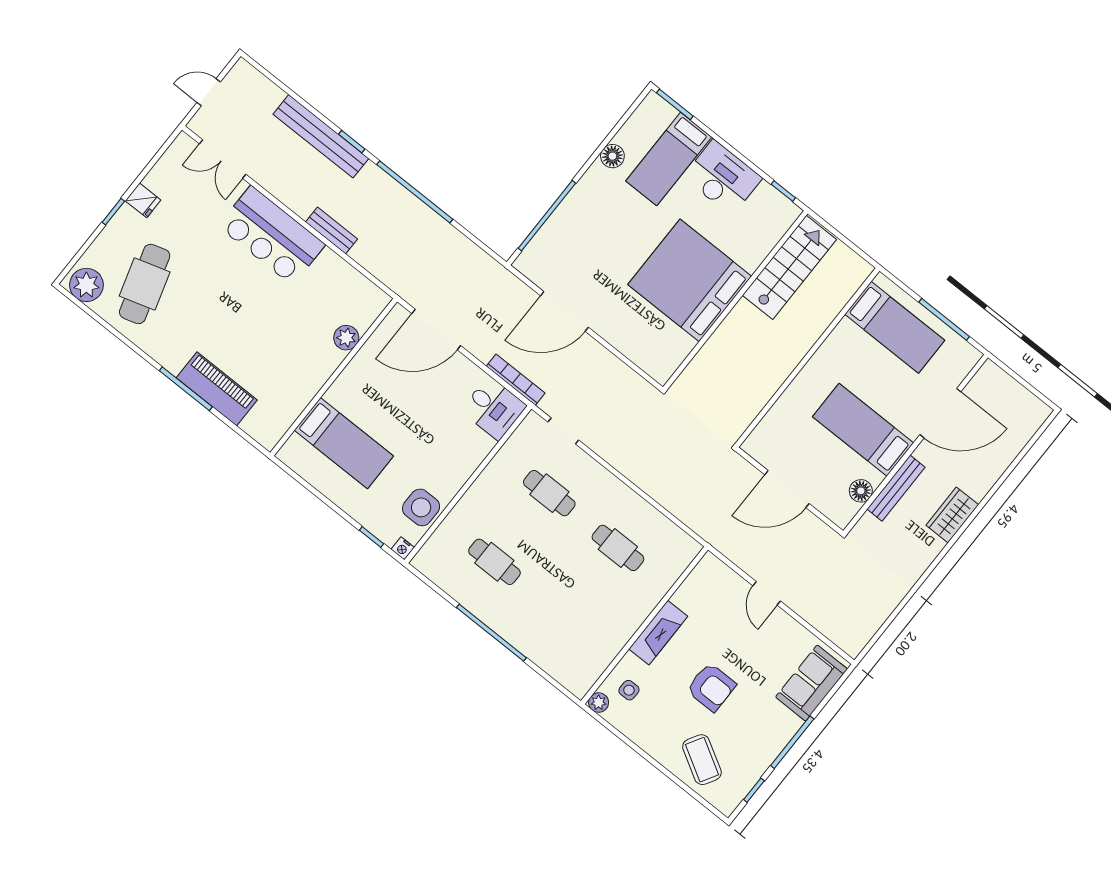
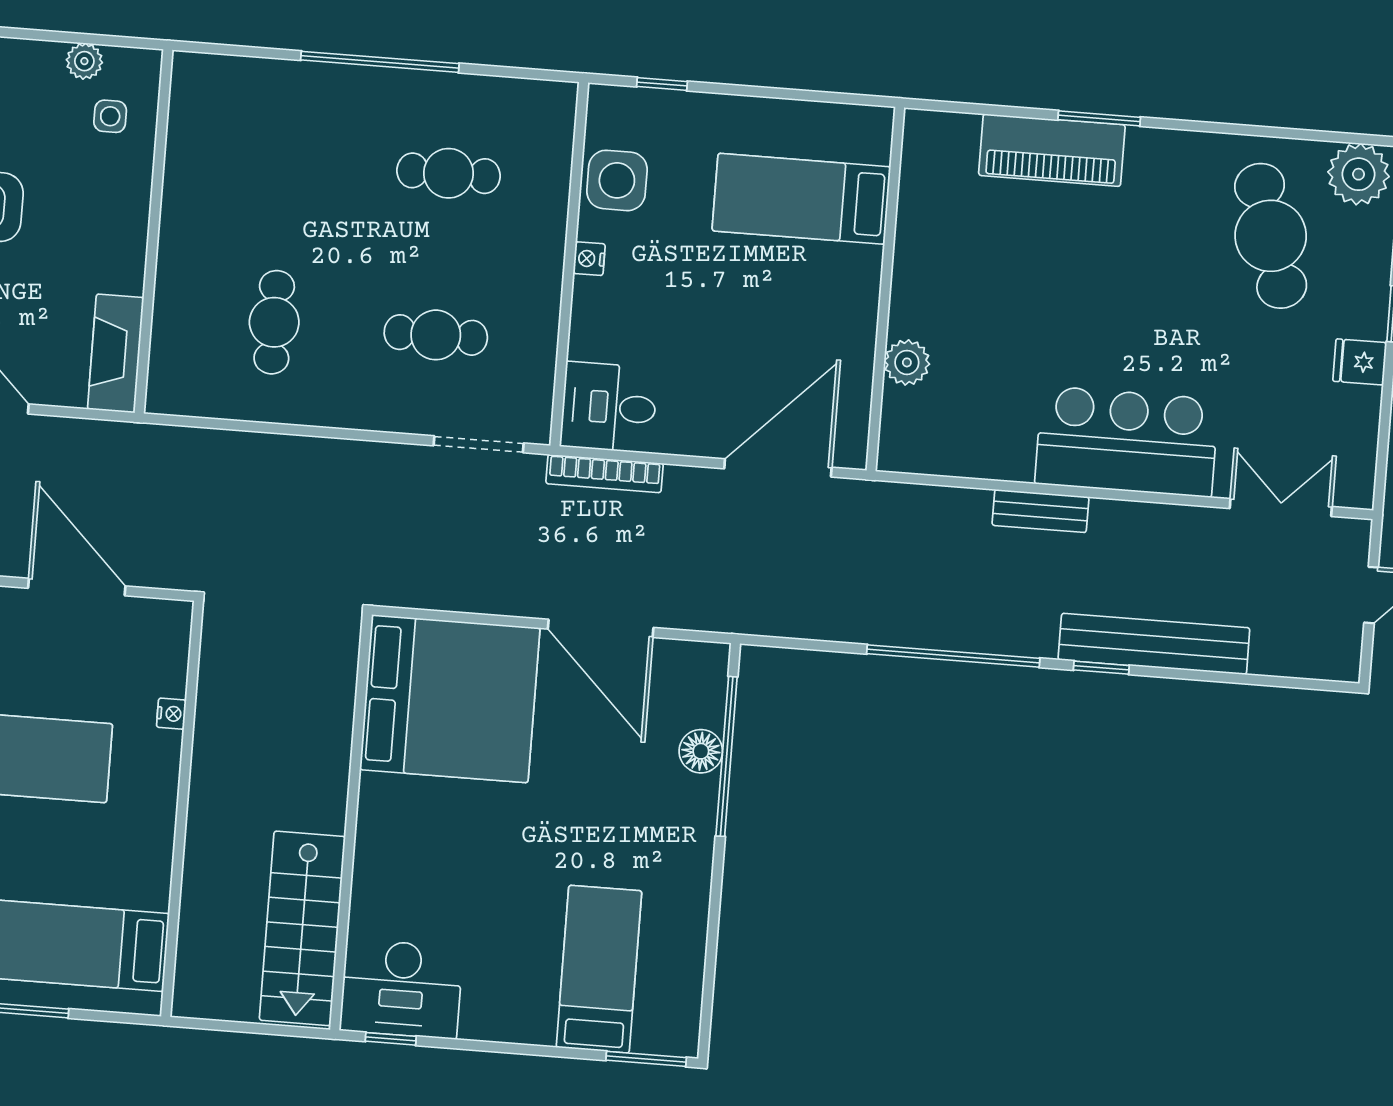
floor lamp: (612, 156) -> (701, 751), moved
desk: (723, 178) -> (401, 989), moved
bed: (690, 280) -> (450, 699), moved
door: (564, 311) -> (601, 628), swing flipped
window: (186, 389) -> (1099, 118), width x0.69
nightstand: (783, 404) -> (171, 714), added
doorway: (563, 431) -> (479, 444), width x1.38
door: (787, 489) -> (77, 587), hinge flipped
nightstand: (403, 548) -> (589, 259), moved, turned -90
cafe table: (618, 548) -> (274, 322), turned 90
fireplace: (658, 633) -> (116, 353), moved
plant: (599, 703) -> (84, 61), moved

